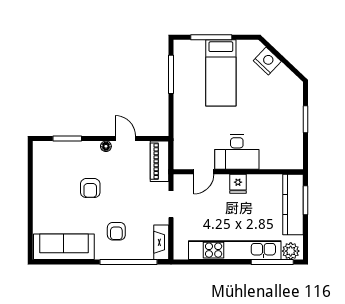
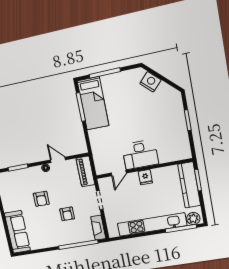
bed: (221, 73) -> (93, 103), moved
armchair: (116, 231) -> (67, 214), moved
sofa: (64, 247) -> (17, 232), moved, turned 90

